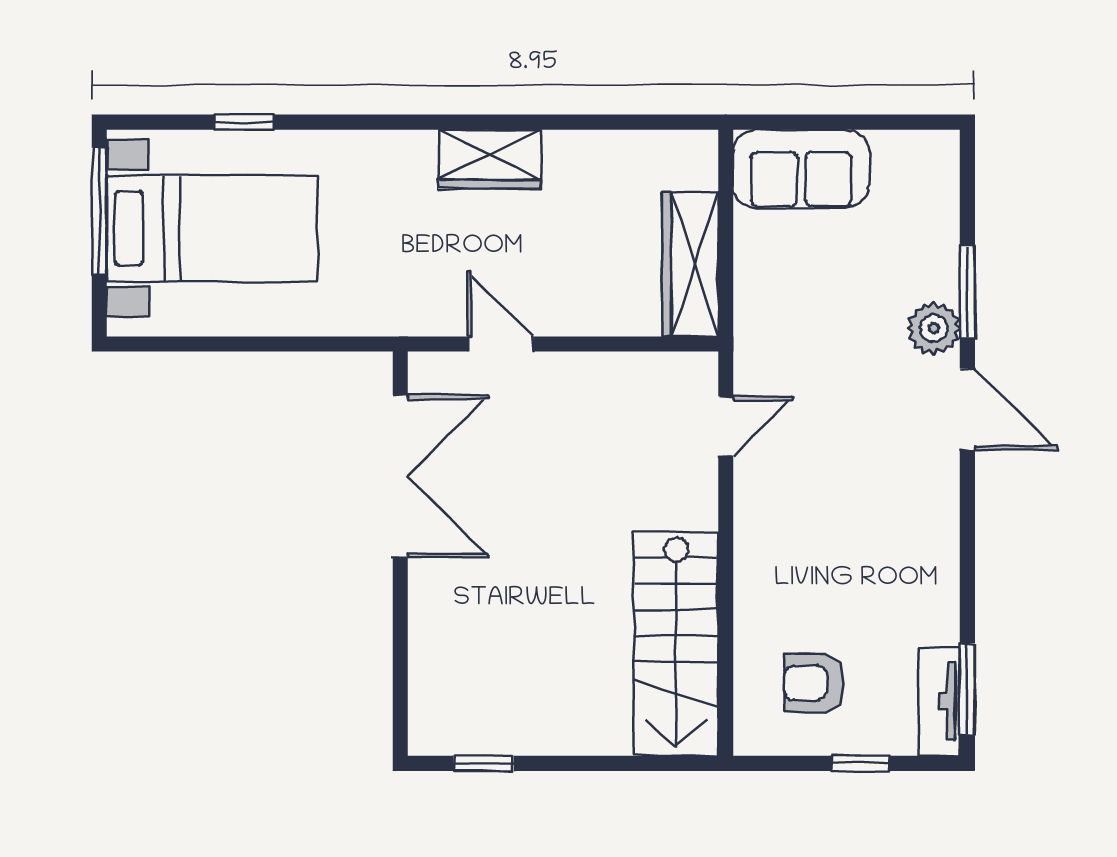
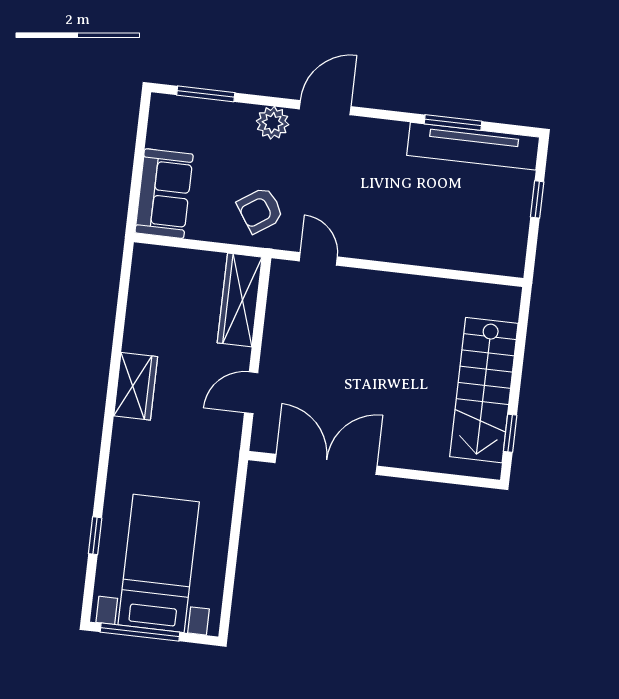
wardrobe: (690, 264) -> (240, 300), moved, turned 90
window: (967, 292) -> (206, 94), moved
stairs: (676, 644) -> (484, 390), moved, turned 90
armchair: (814, 683) -> (260, 210), moved, turned 56
window: (967, 689) -> (453, 122), moved
tv unit: (939, 702) -> (473, 146), width x1.92, depth x1.29

